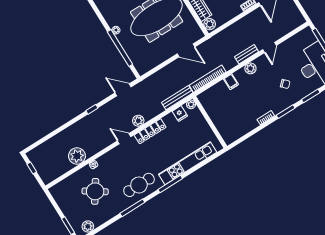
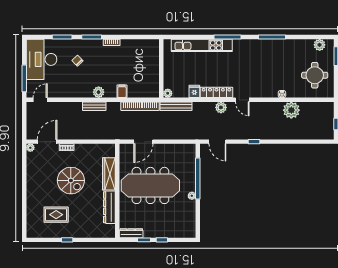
plant: (210, 24) -> (110, 151), removed
door: (269, 47) -> (40, 100), moved
door: (186, 50) -> (143, 142), swing flipped
fridge: (180, 114) -> (194, 91), moved
cafe table: (139, 185) -> (254, 53), removed
round table: (95, 191) -> (315, 75), moved, turned -34

